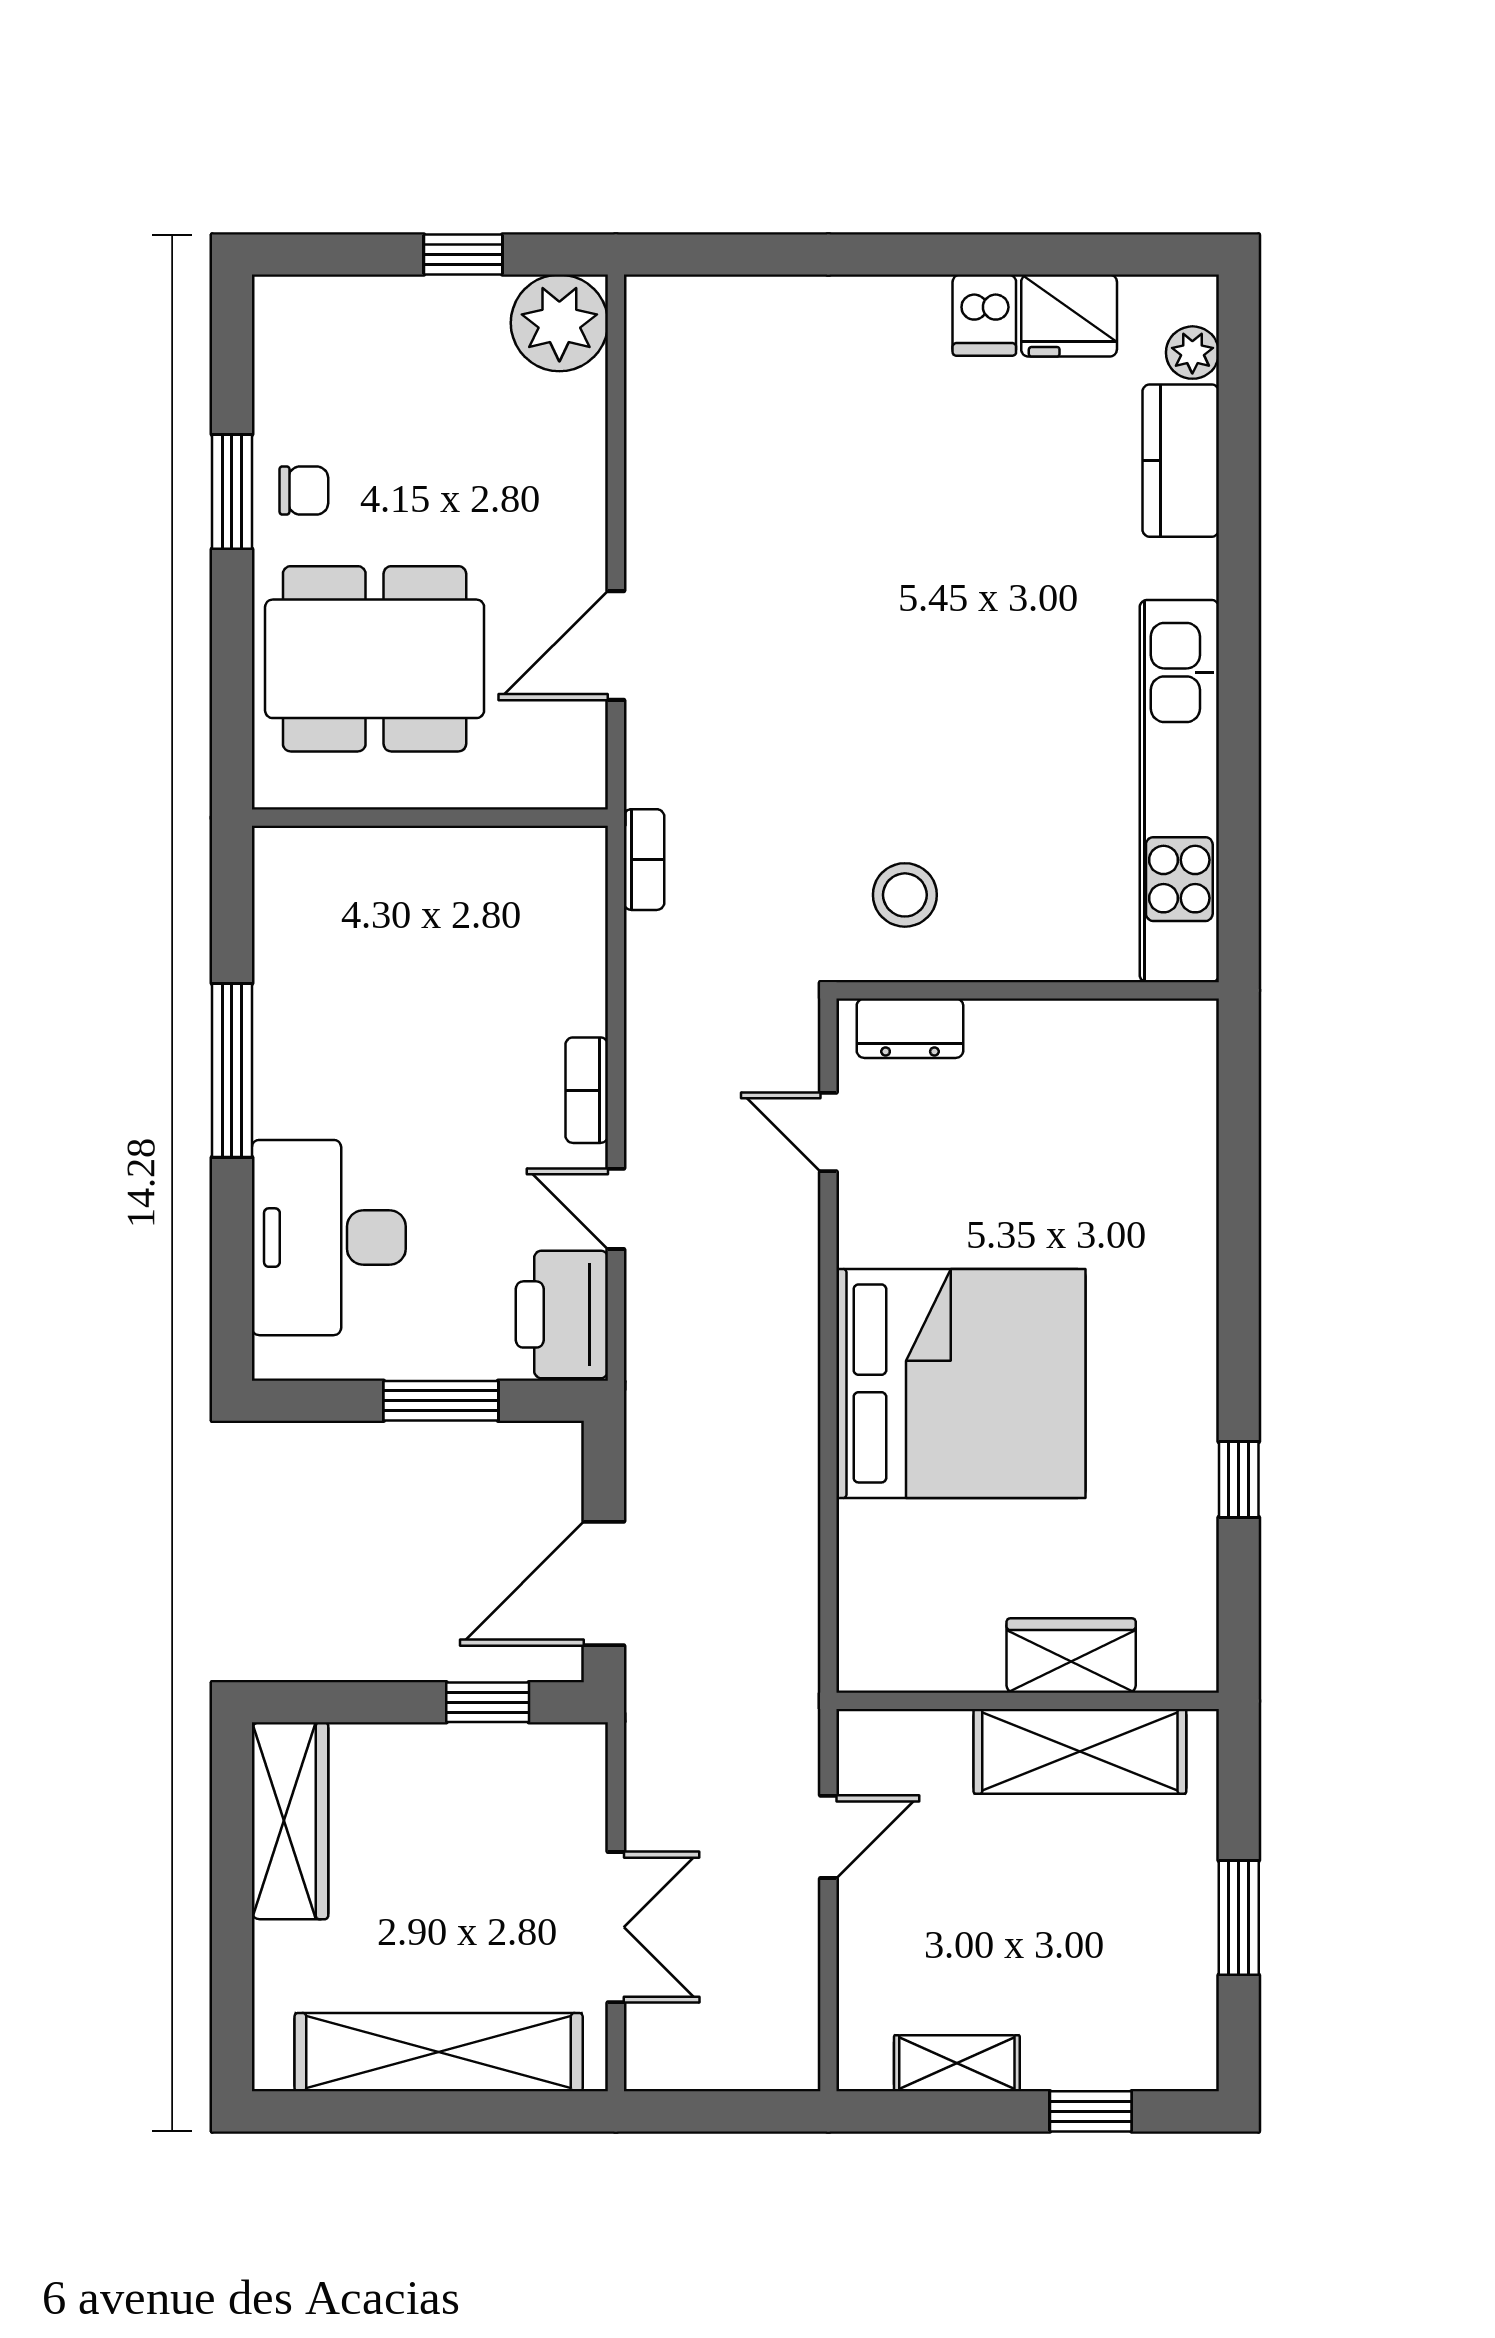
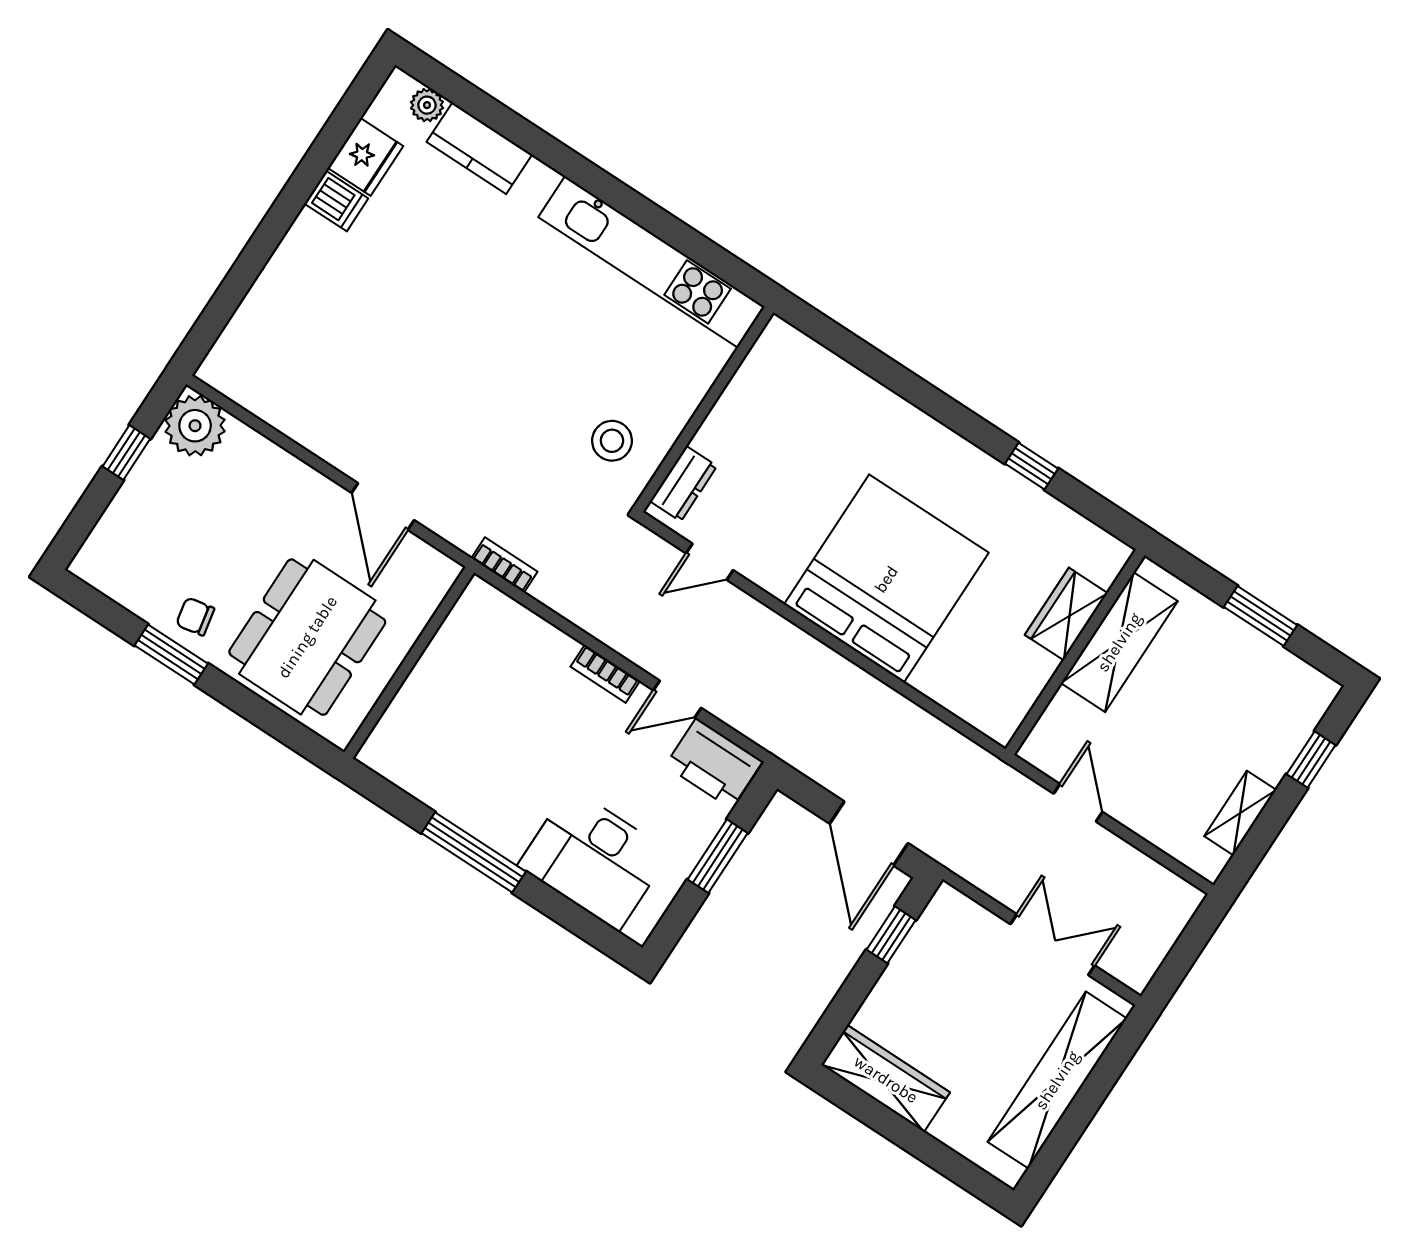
chair: (304, 490) -> (195, 617), turned -101

